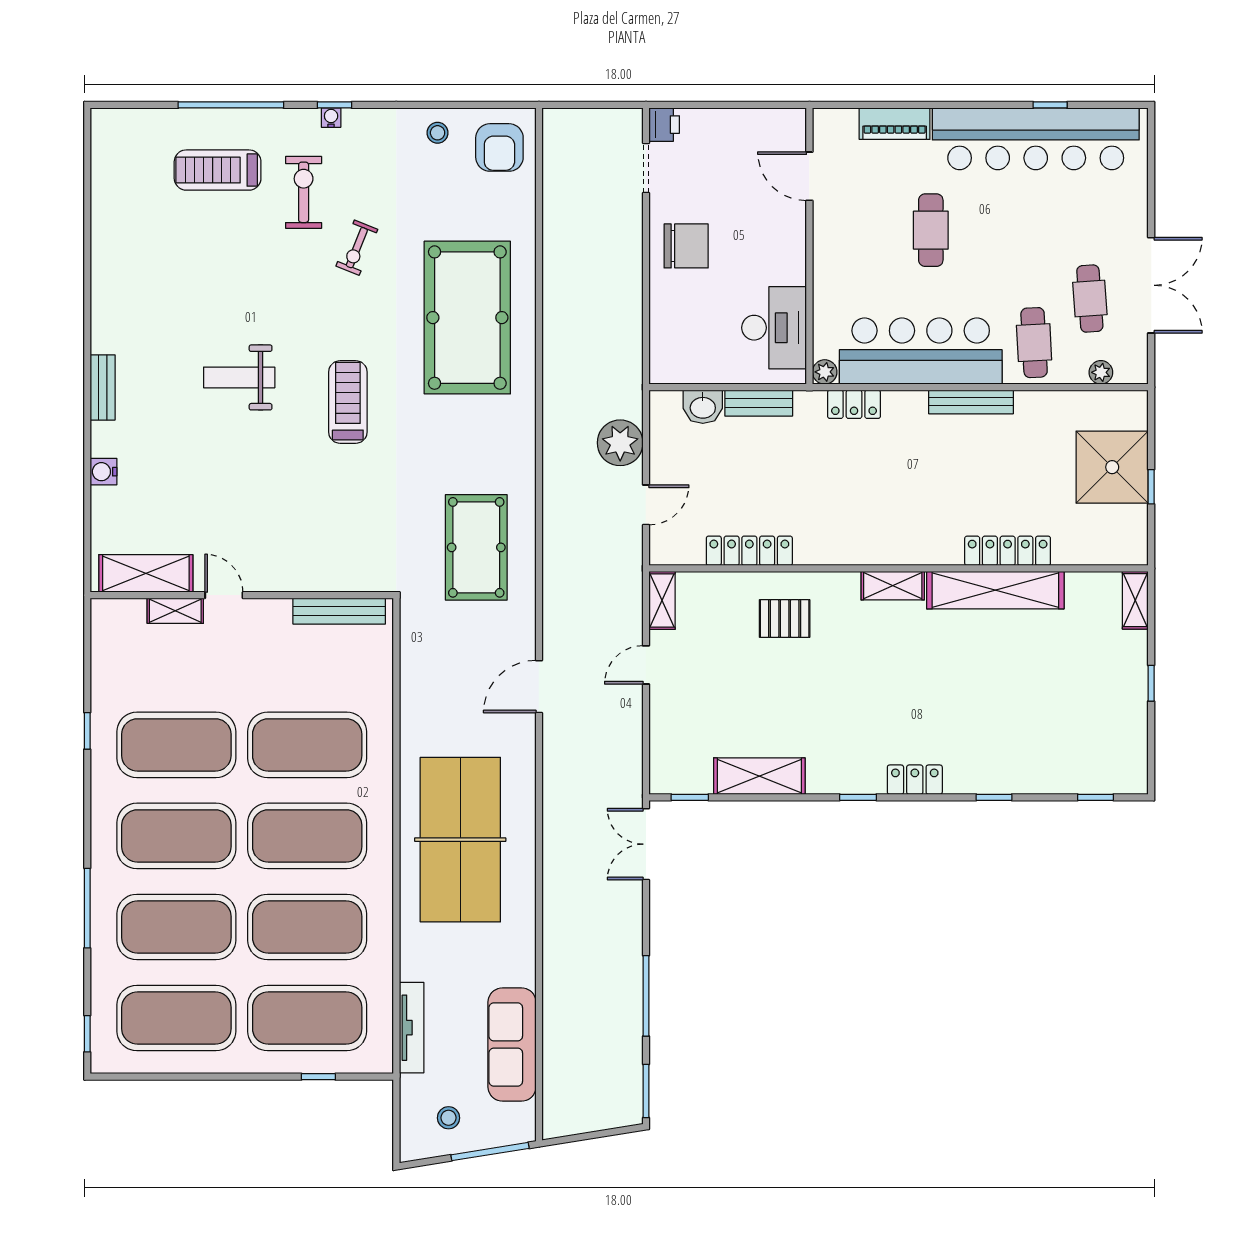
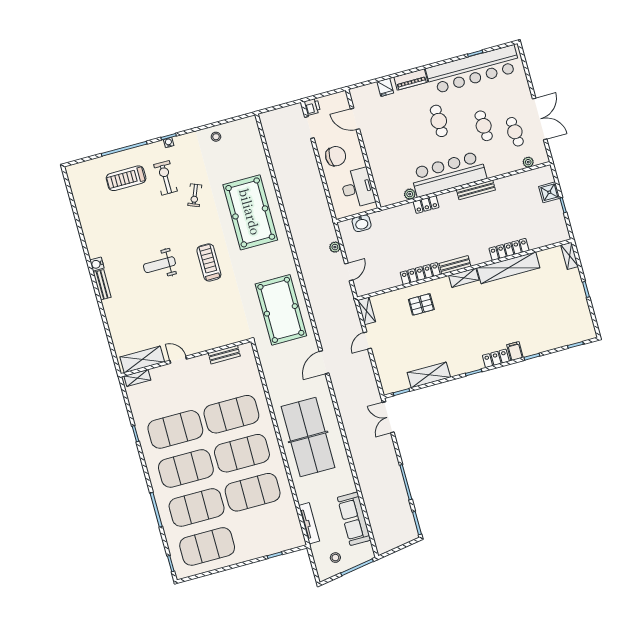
fridge: (834, 125) -> (385, 87), added
armchair: (499, 147) -> (244, 136), removed
door: (809, 176) -> (355, 119), moved
wall: (809, 246) -> (363, 149), moved
desk: (774, 328) -> (357, 188), moved
cafe table: (1034, 343) -> (484, 126), moved
bench: (759, 403) -> (455, 265), moved
plant: (620, 443) -> (335, 247), width x0.53, depth x0.53
shower: (1112, 467) -> (549, 192), width x0.54, depth x0.54
water cooler: (104, 472) -> (97, 264), moved
pool table: (476, 547) -> (281, 310), width x1.36, depth x1.32
locker: (749, 551) -> (420, 274), moved
shelving: (175, 611) -> (137, 378), moved
bench: (339, 611) -> (224, 355), width x0.73
filing cabinet: (960, 775) -> (515, 351), added
exercise mat: (307, 1018) -> (263, 531), removed

